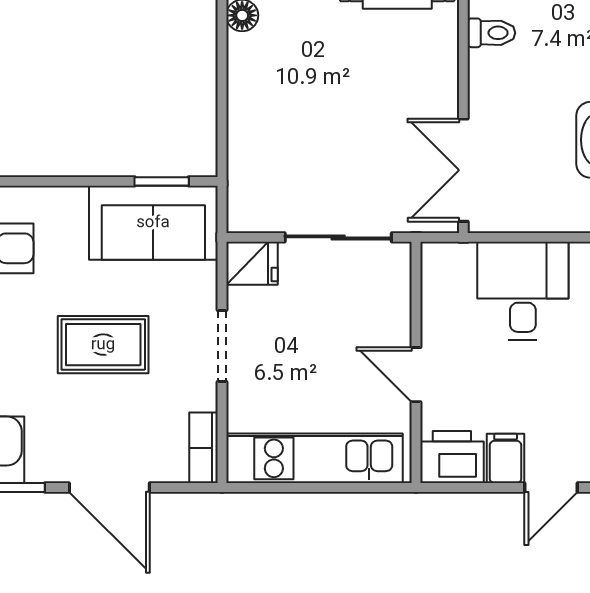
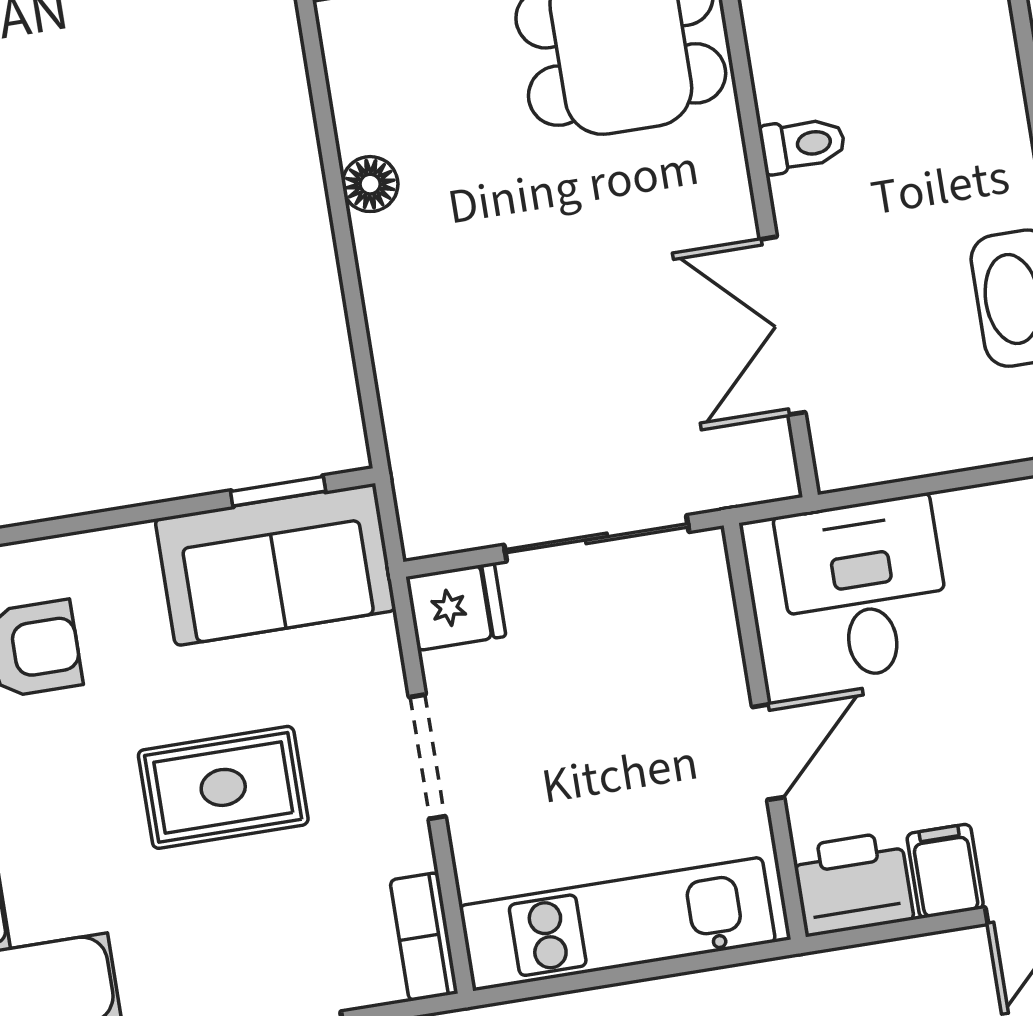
double door: (463, 170) -> (783, 326), moved
desk: (523, 291) -> (864, 589), moved
door: (416, 375) -> (768, 752), swing flipped

